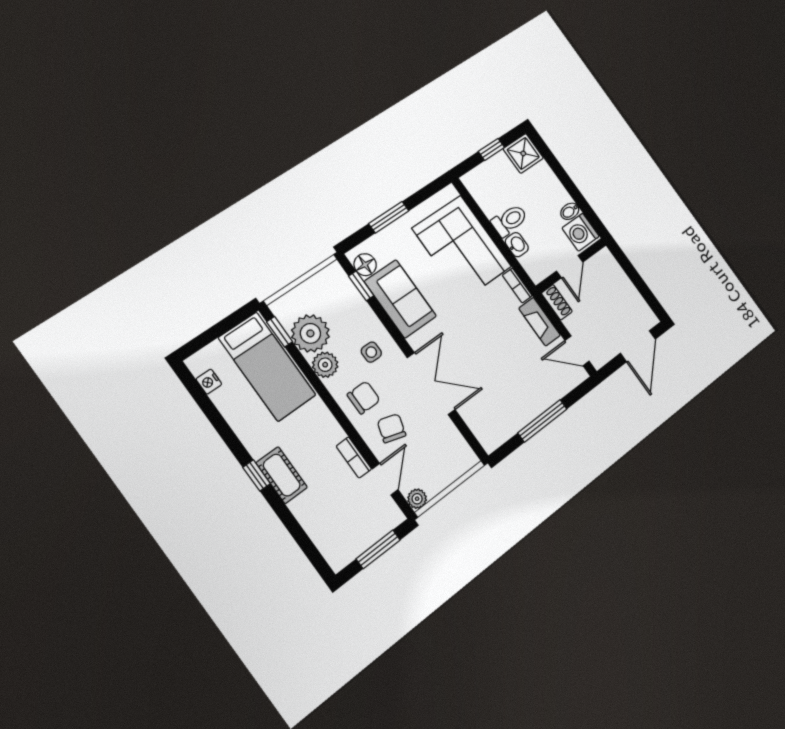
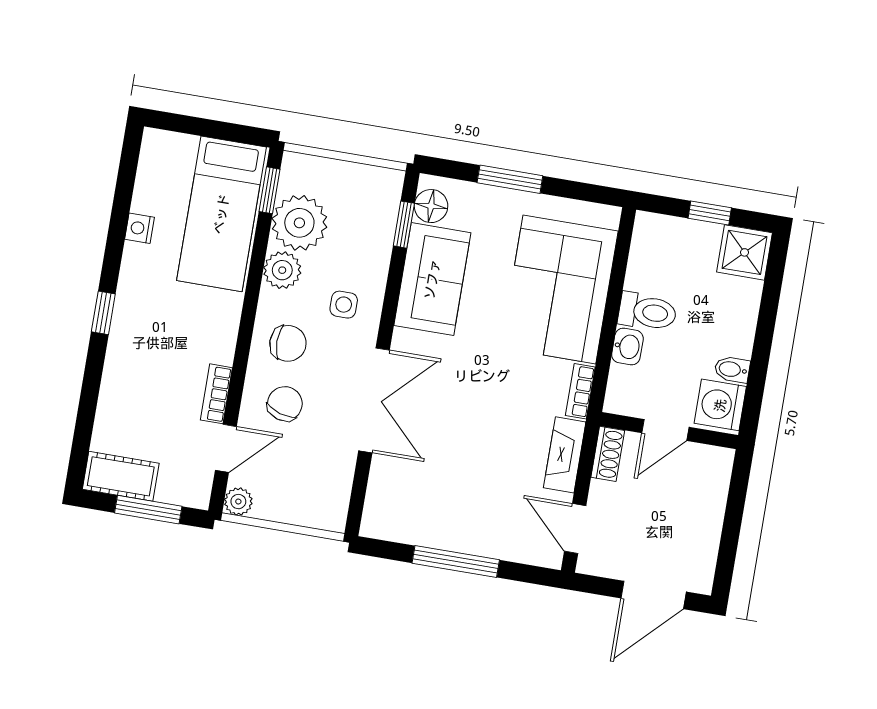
nightstand: (209, 382) -> (140, 228), moved
cot: (282, 475) -> (121, 476), moved, turned 90

